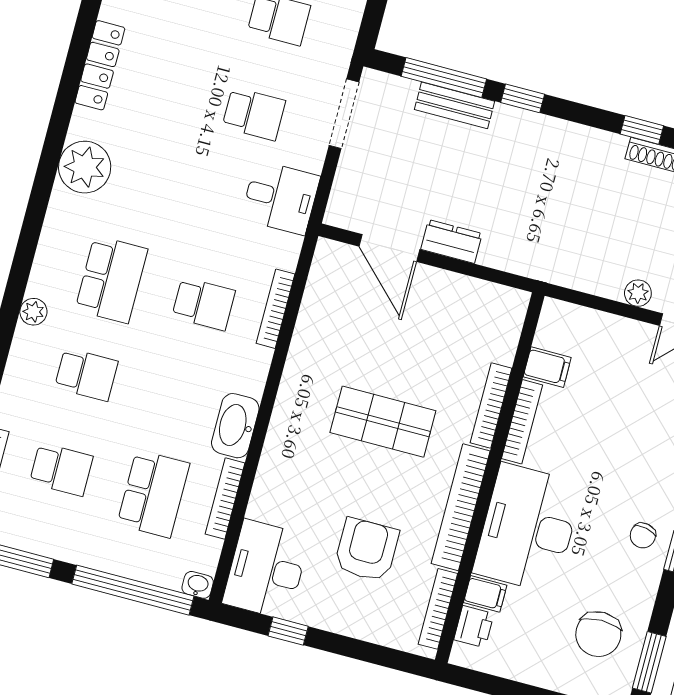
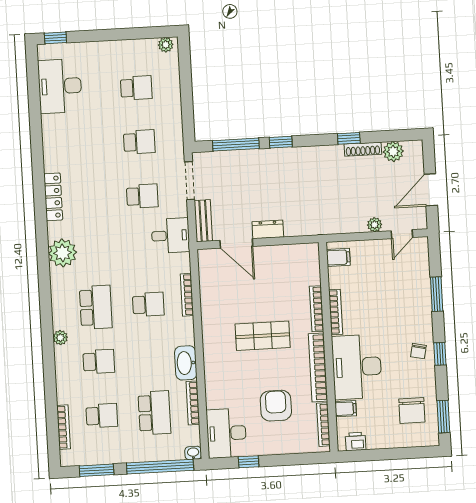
bench: (455, 105) -> (203, 221), moved, turned 90
filing cabinet: (547, 367) -> (338, 257), moved
printer: (474, 627) -> (356, 441), moved, turned -90

